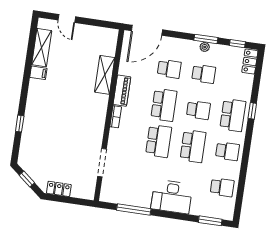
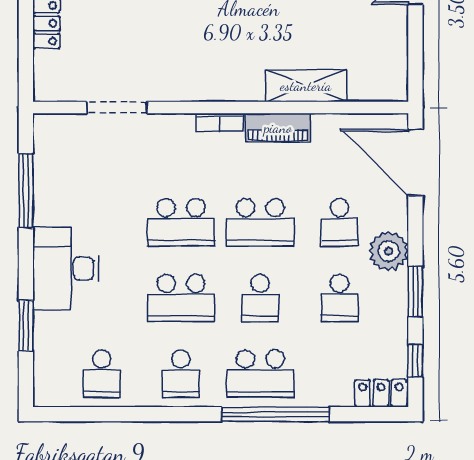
plant: (205, 47) -> (389, 251), moved, width x1.87, depth x1.87
window: (252, 111) -> (275, 414), width x3.17
window: (210, 221) -> (26, 325), moved

